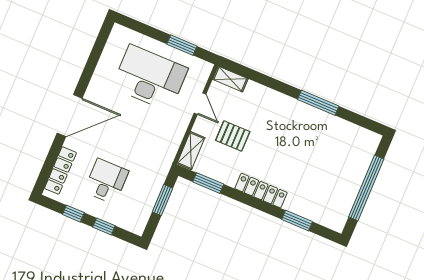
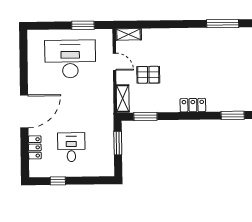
window: (318, 103) -> (223, 24), moved
locker: (60, 170) -> (35, 147), width x0.66
locker: (261, 191) -> (193, 105), width x0.66
window: (297, 221) -> (233, 115), moved
window: (104, 226) -> (84, 181), removed

